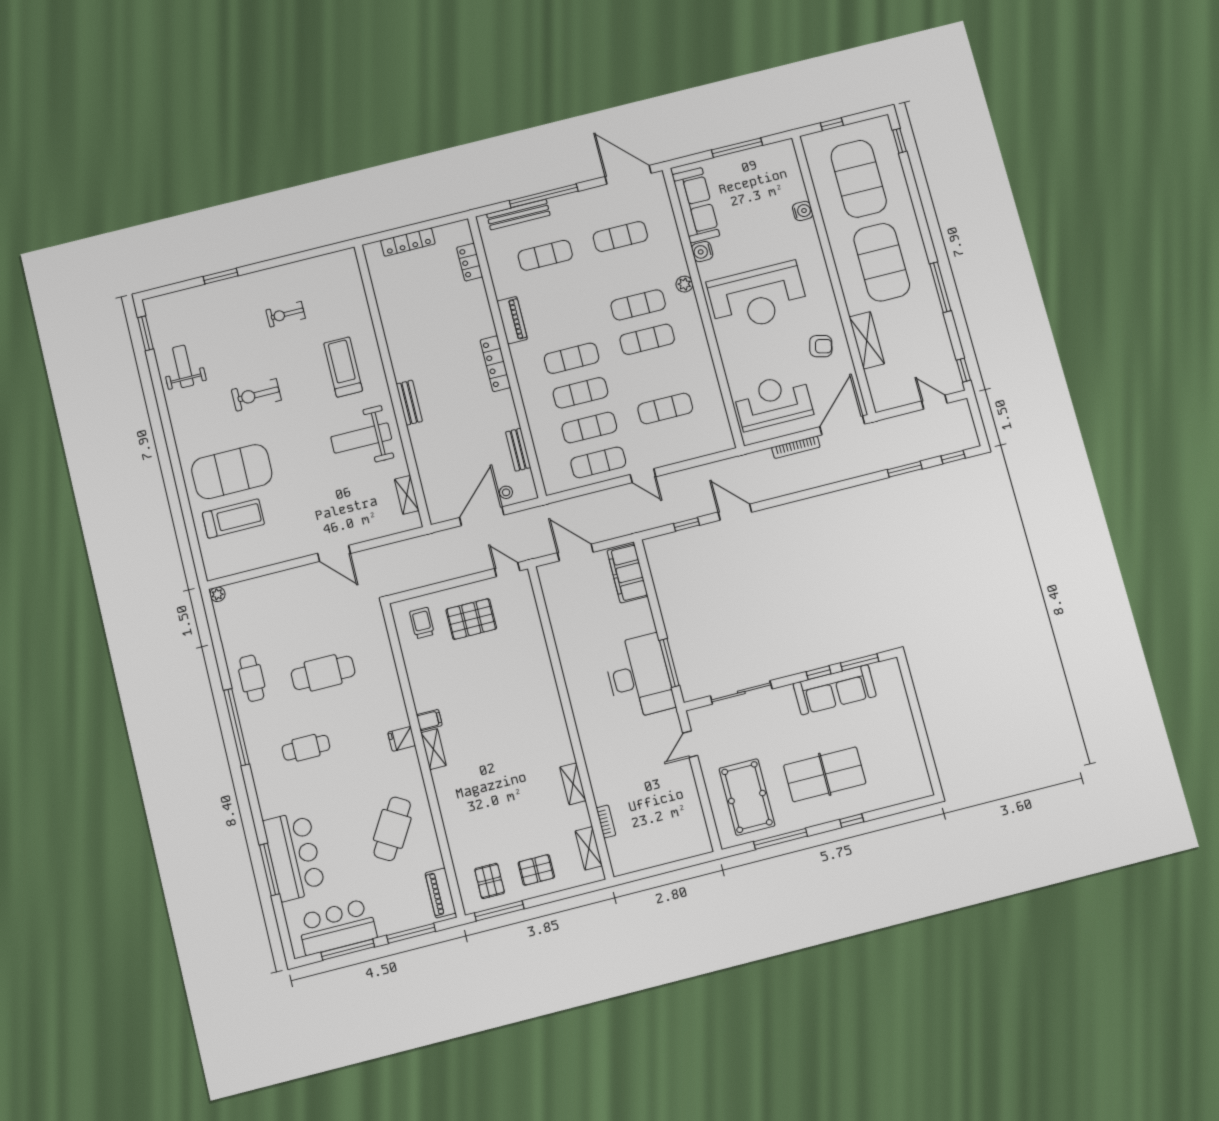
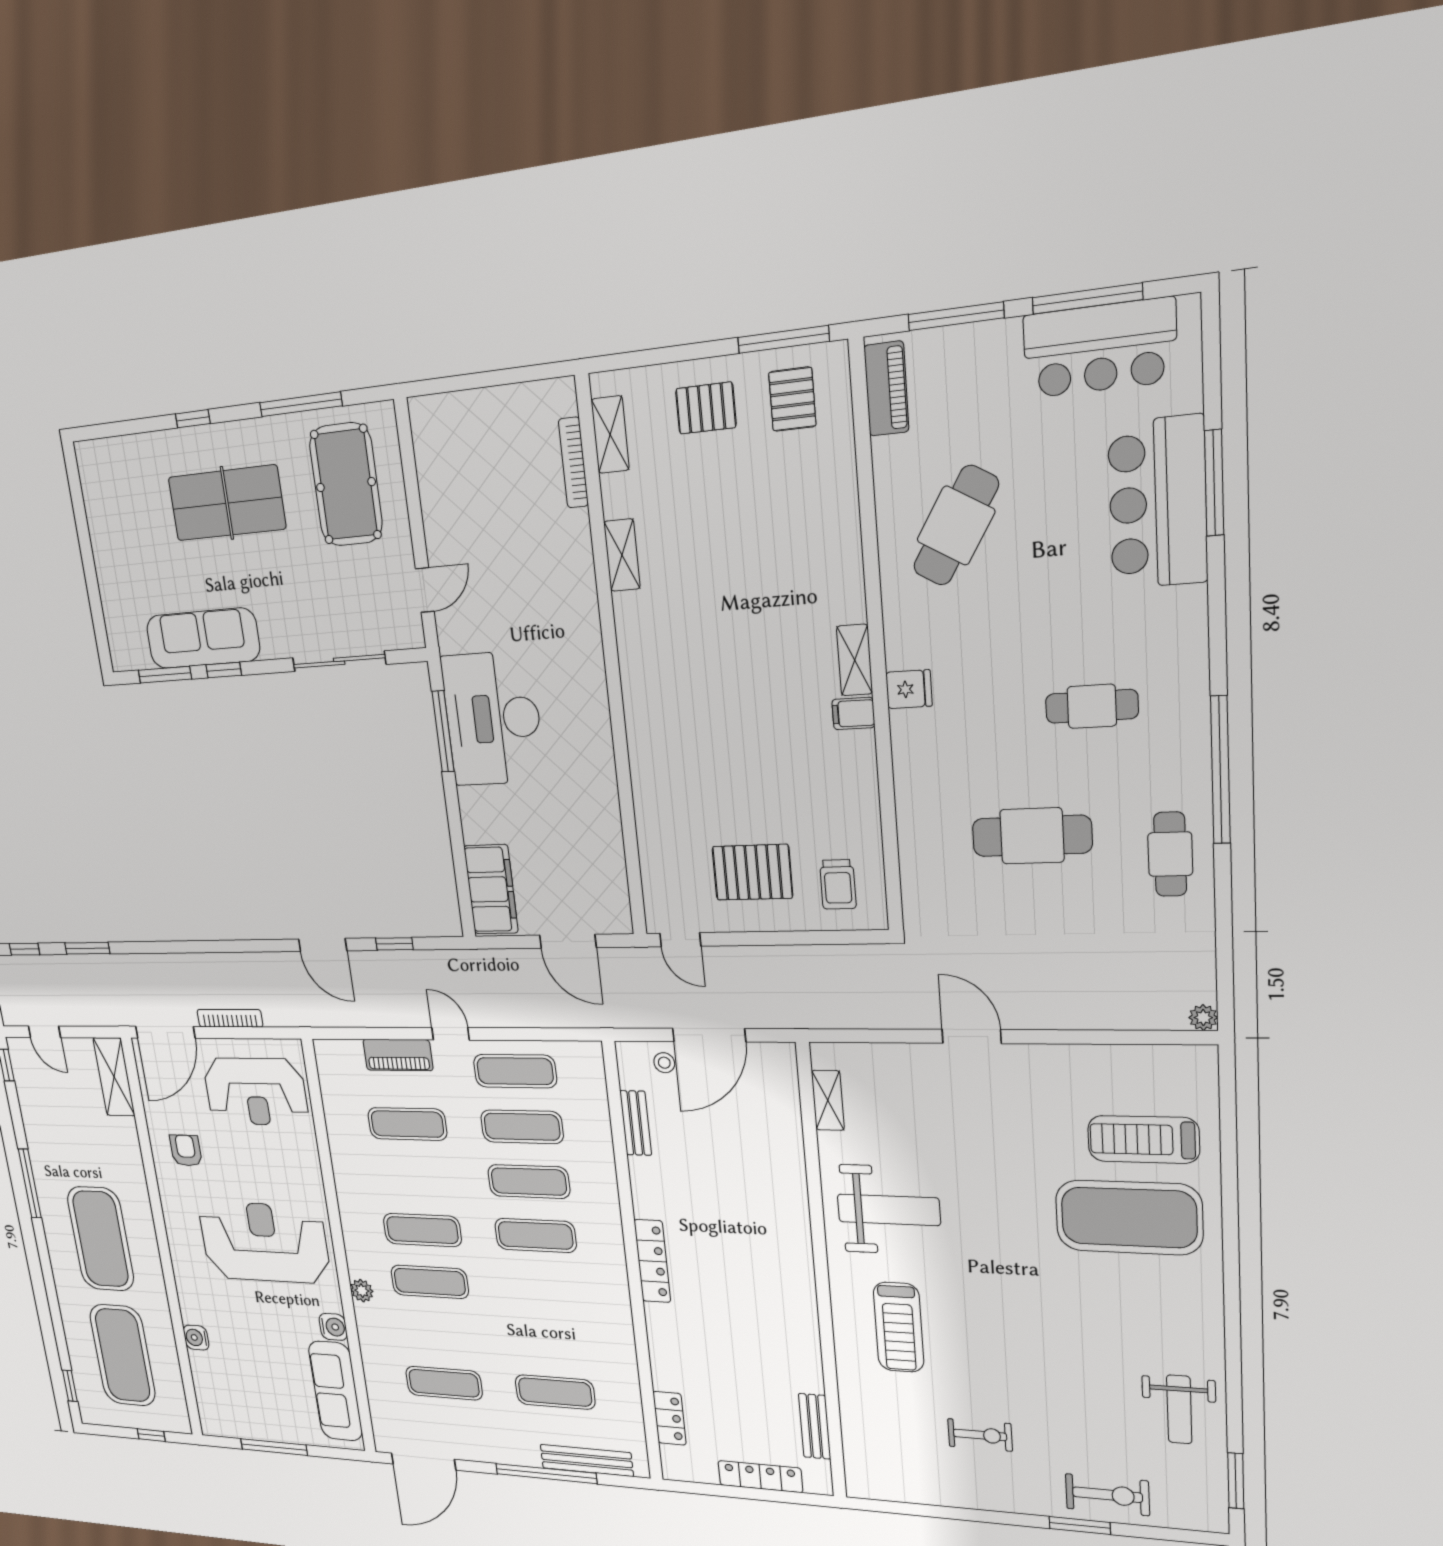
door: (628, 175) -> (423, 1462), hinge flipped
piano: (512, 320) -> (398, 1055), moved, turned -90
shelving: (867, 340) -> (114, 1077), moved
armchair: (821, 346) -> (186, 1150), turned 76
exercise bike: (256, 395) -> (1107, 1495), moved
bench: (409, 403) -> (815, 1426), moved
bookcase: (606, 822) -> (573, 463), width x1.56

